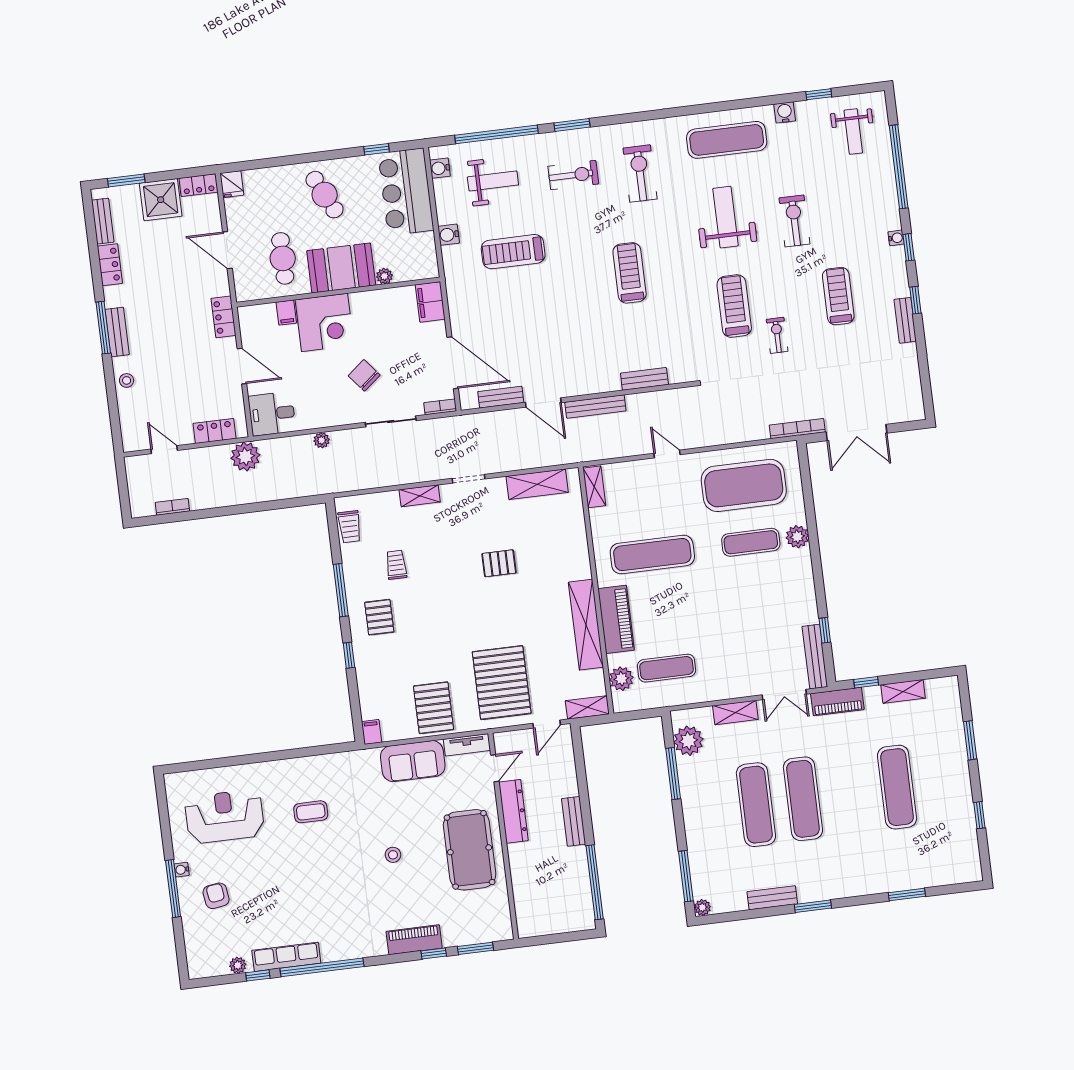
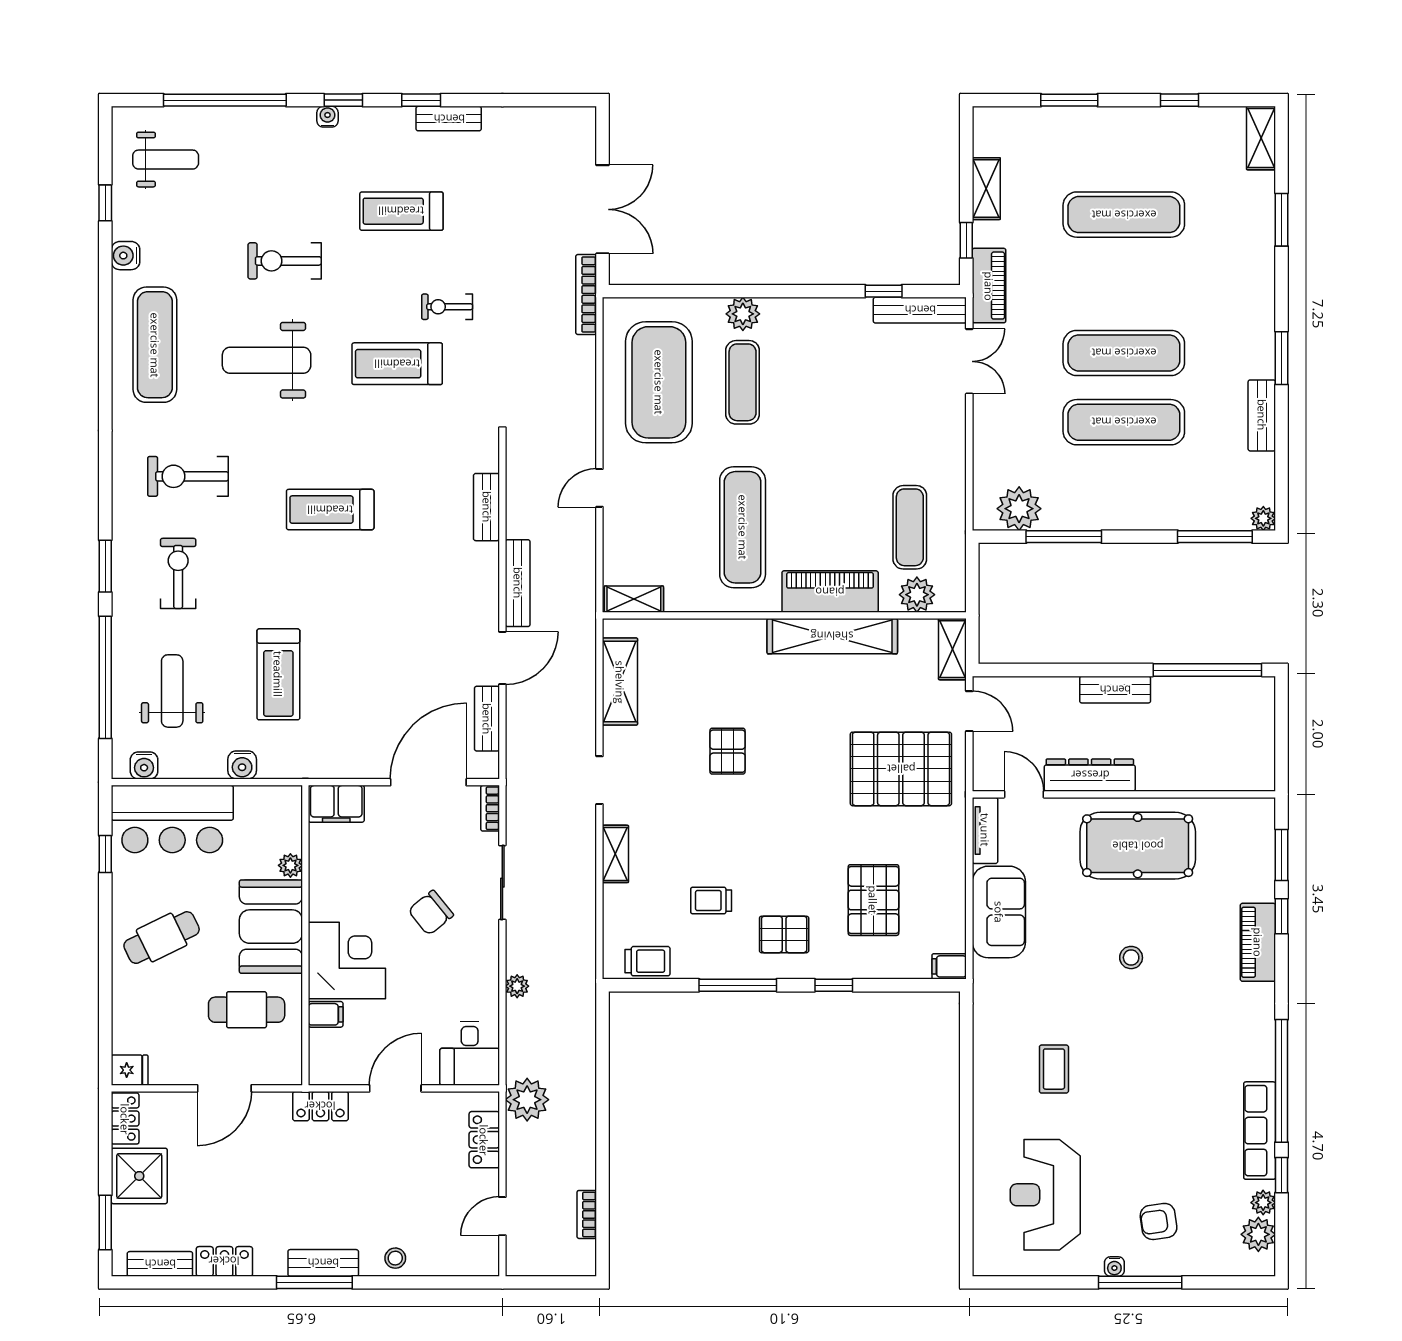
pallet: (434, 708) -> (873, 900), moved, turned 90
shelving: (735, 713) -> (1261, 138), moved
plant: (216, 965) -> (1258, 1234), added

